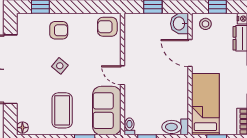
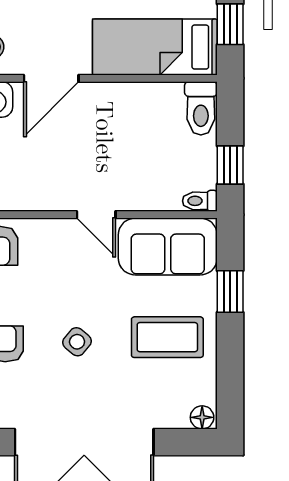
door: (123, 75) -> (96, 215), hinge flipped

